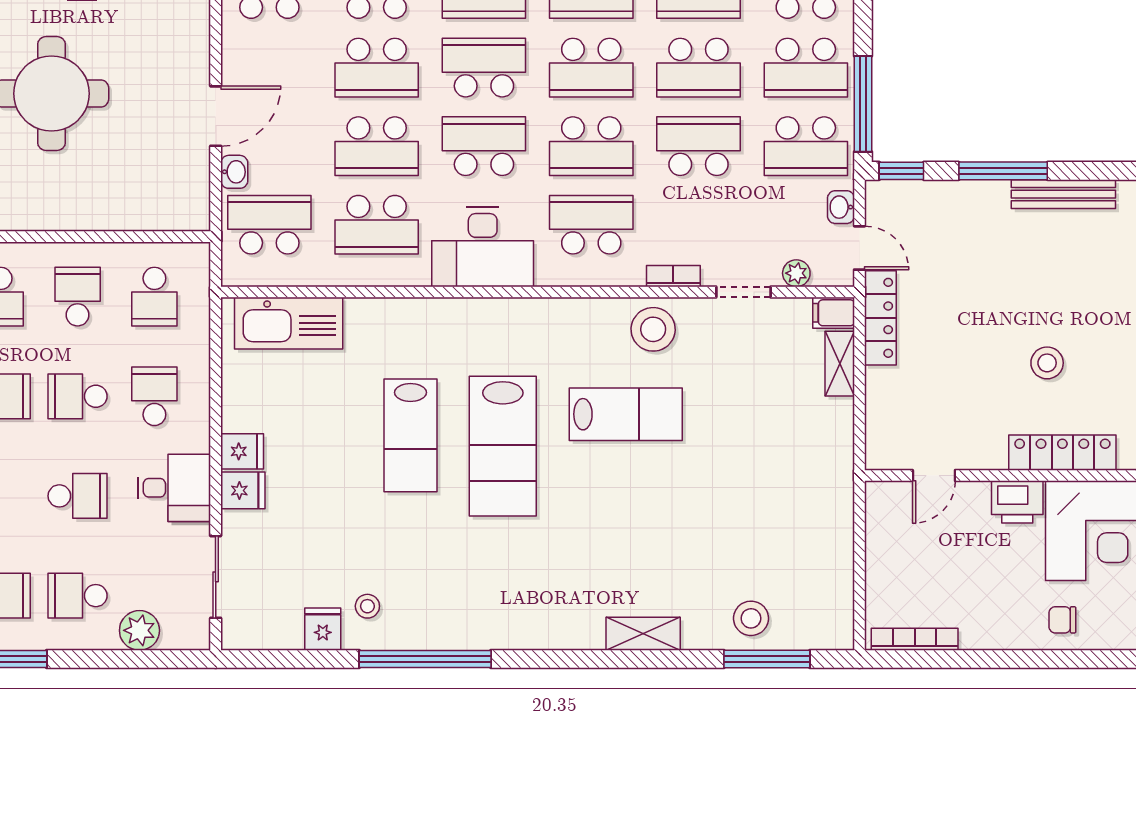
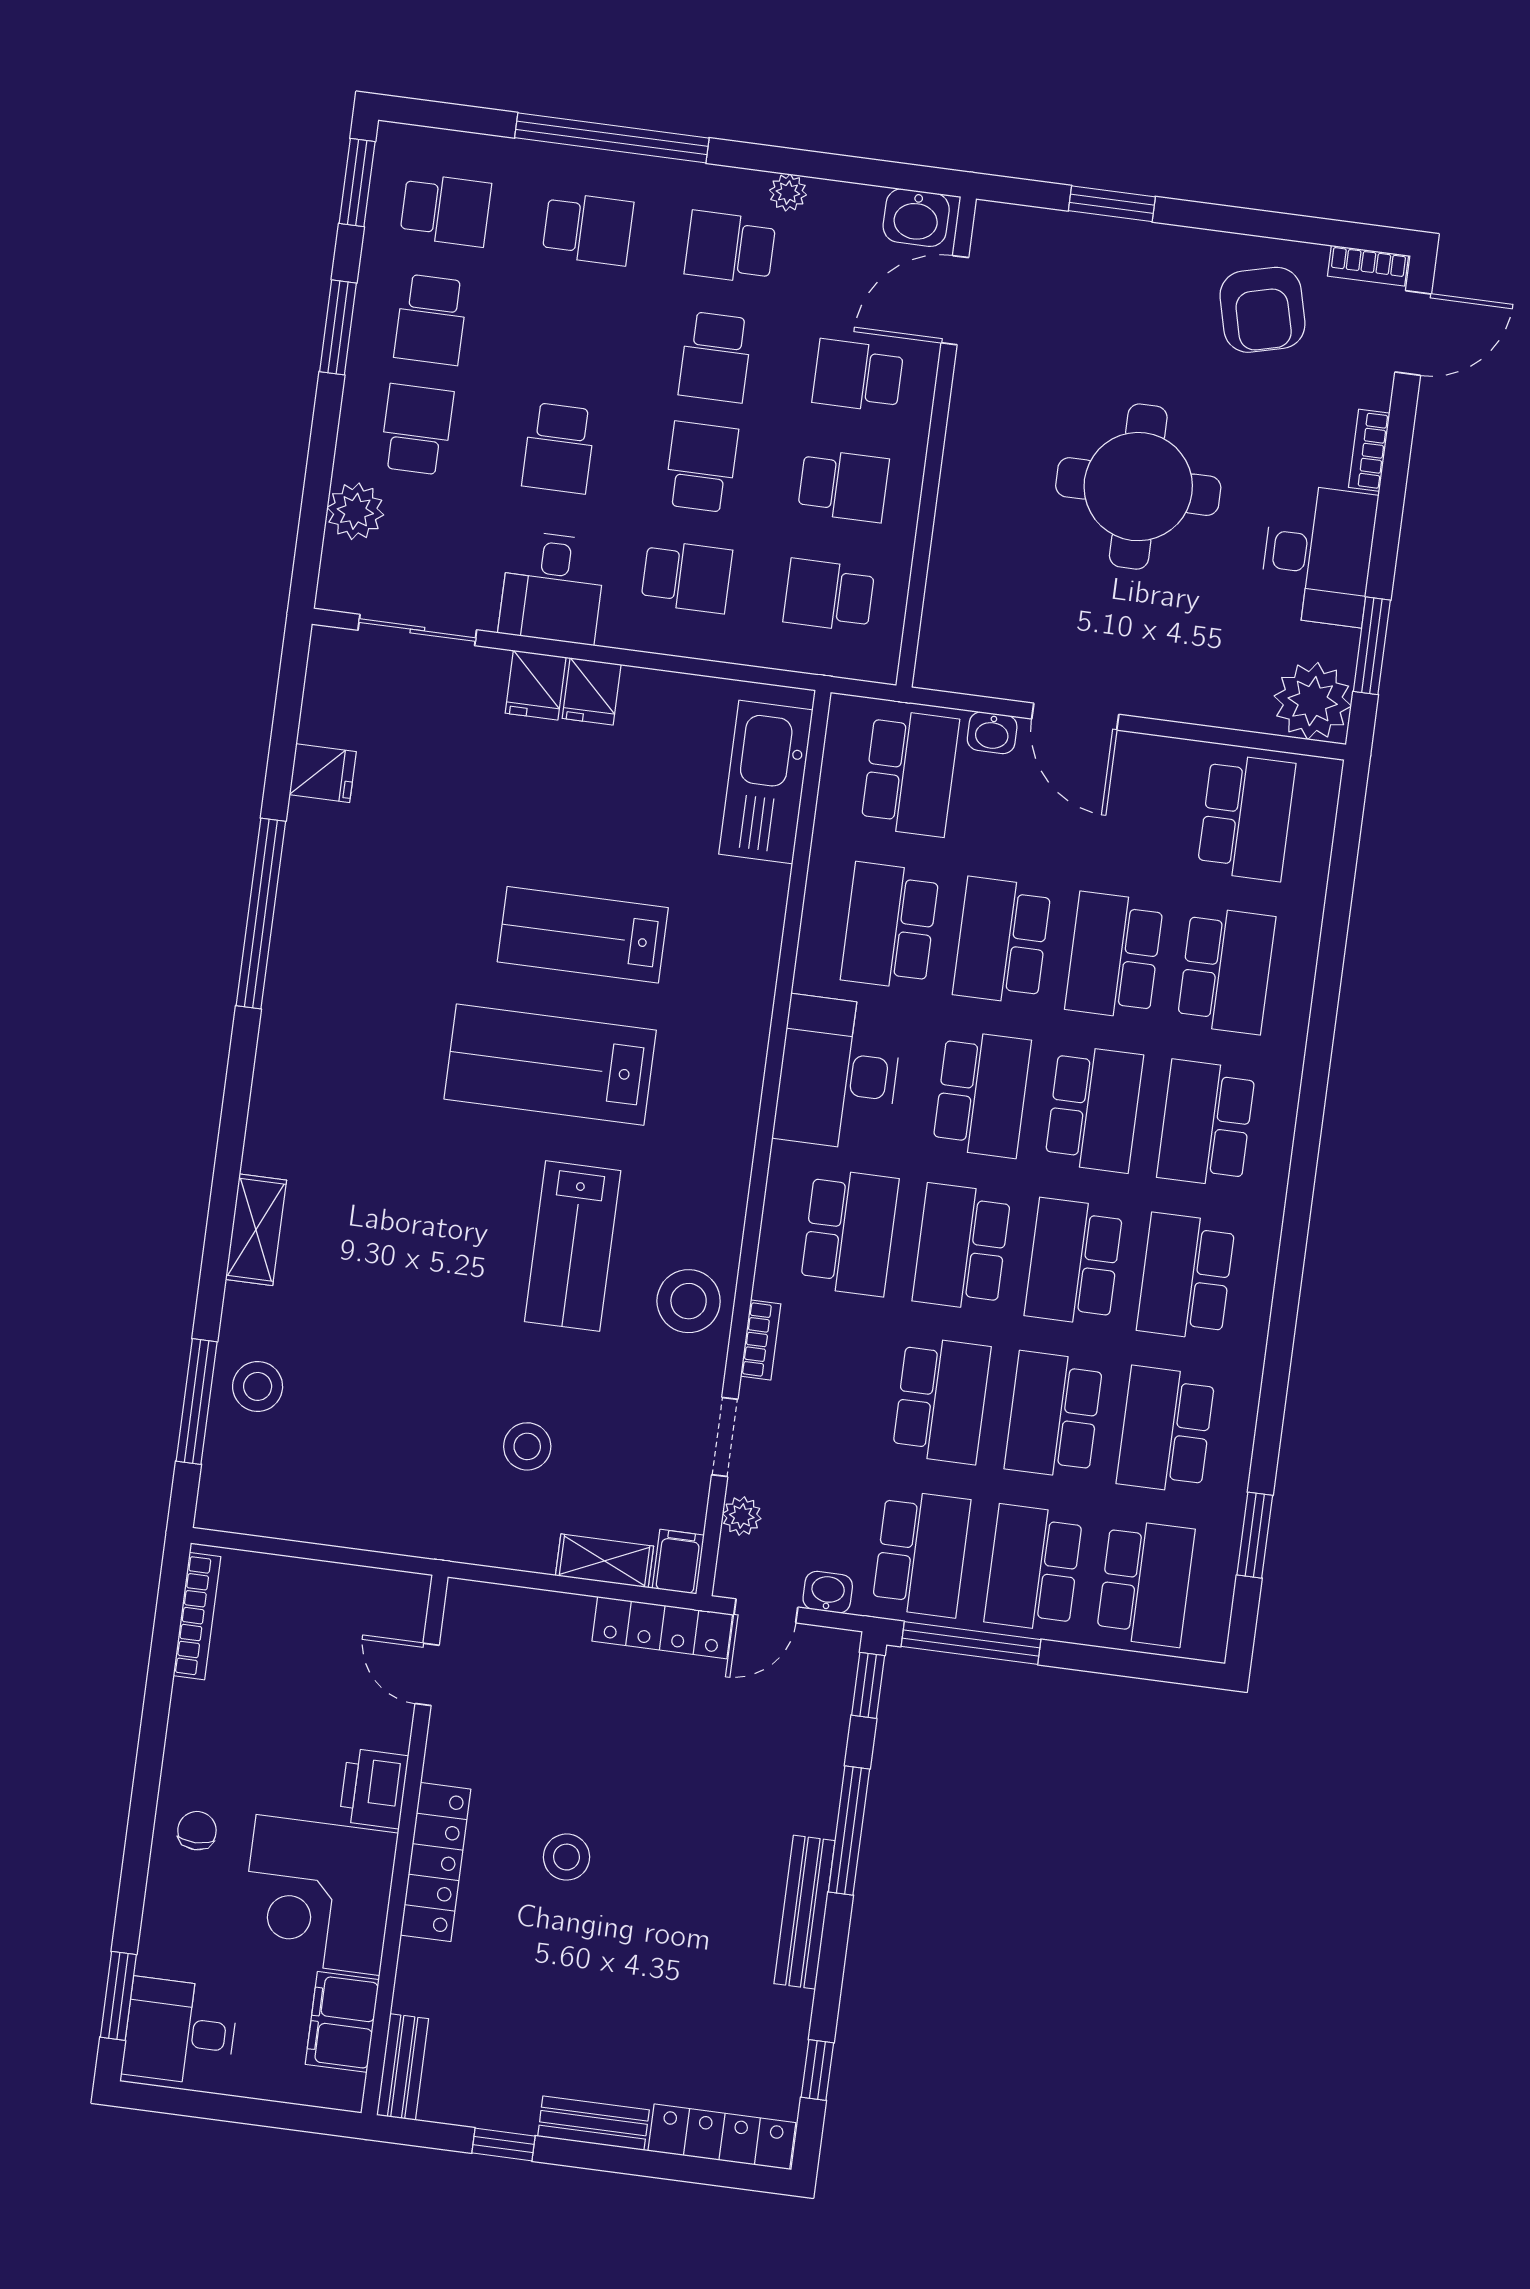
school desk: (806, 146) -> (921, 1553), turned 180
stool: (367, 606) -> (527, 1446), moved, width x1.37, depth x1.37

